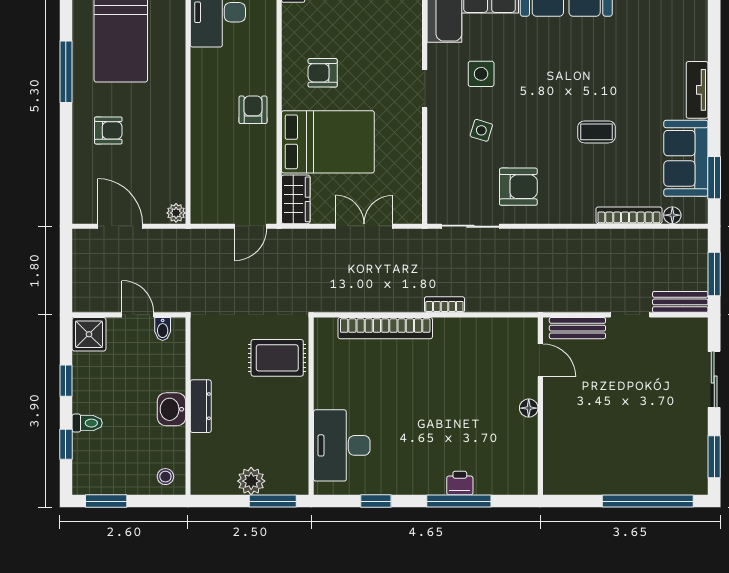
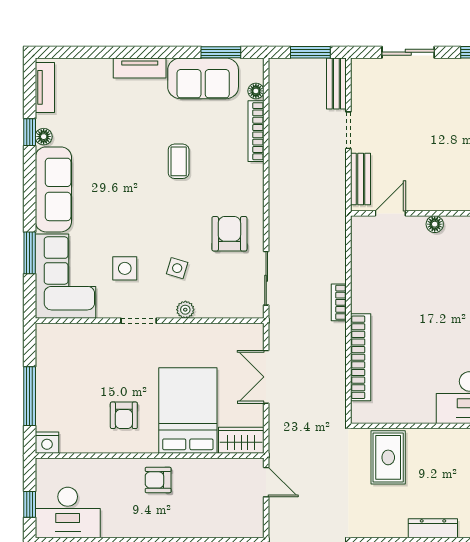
plant: (437, 139) -> (185, 310), added

